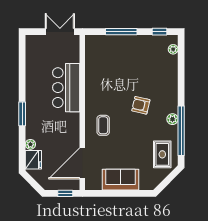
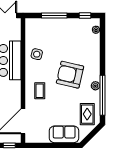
side table: (99, 80) -> (37, 54), added
armchair: (141, 105) -> (70, 75), width x1.88, depth x1.88
sofa: (120, 180) -> (64, 134), moved

